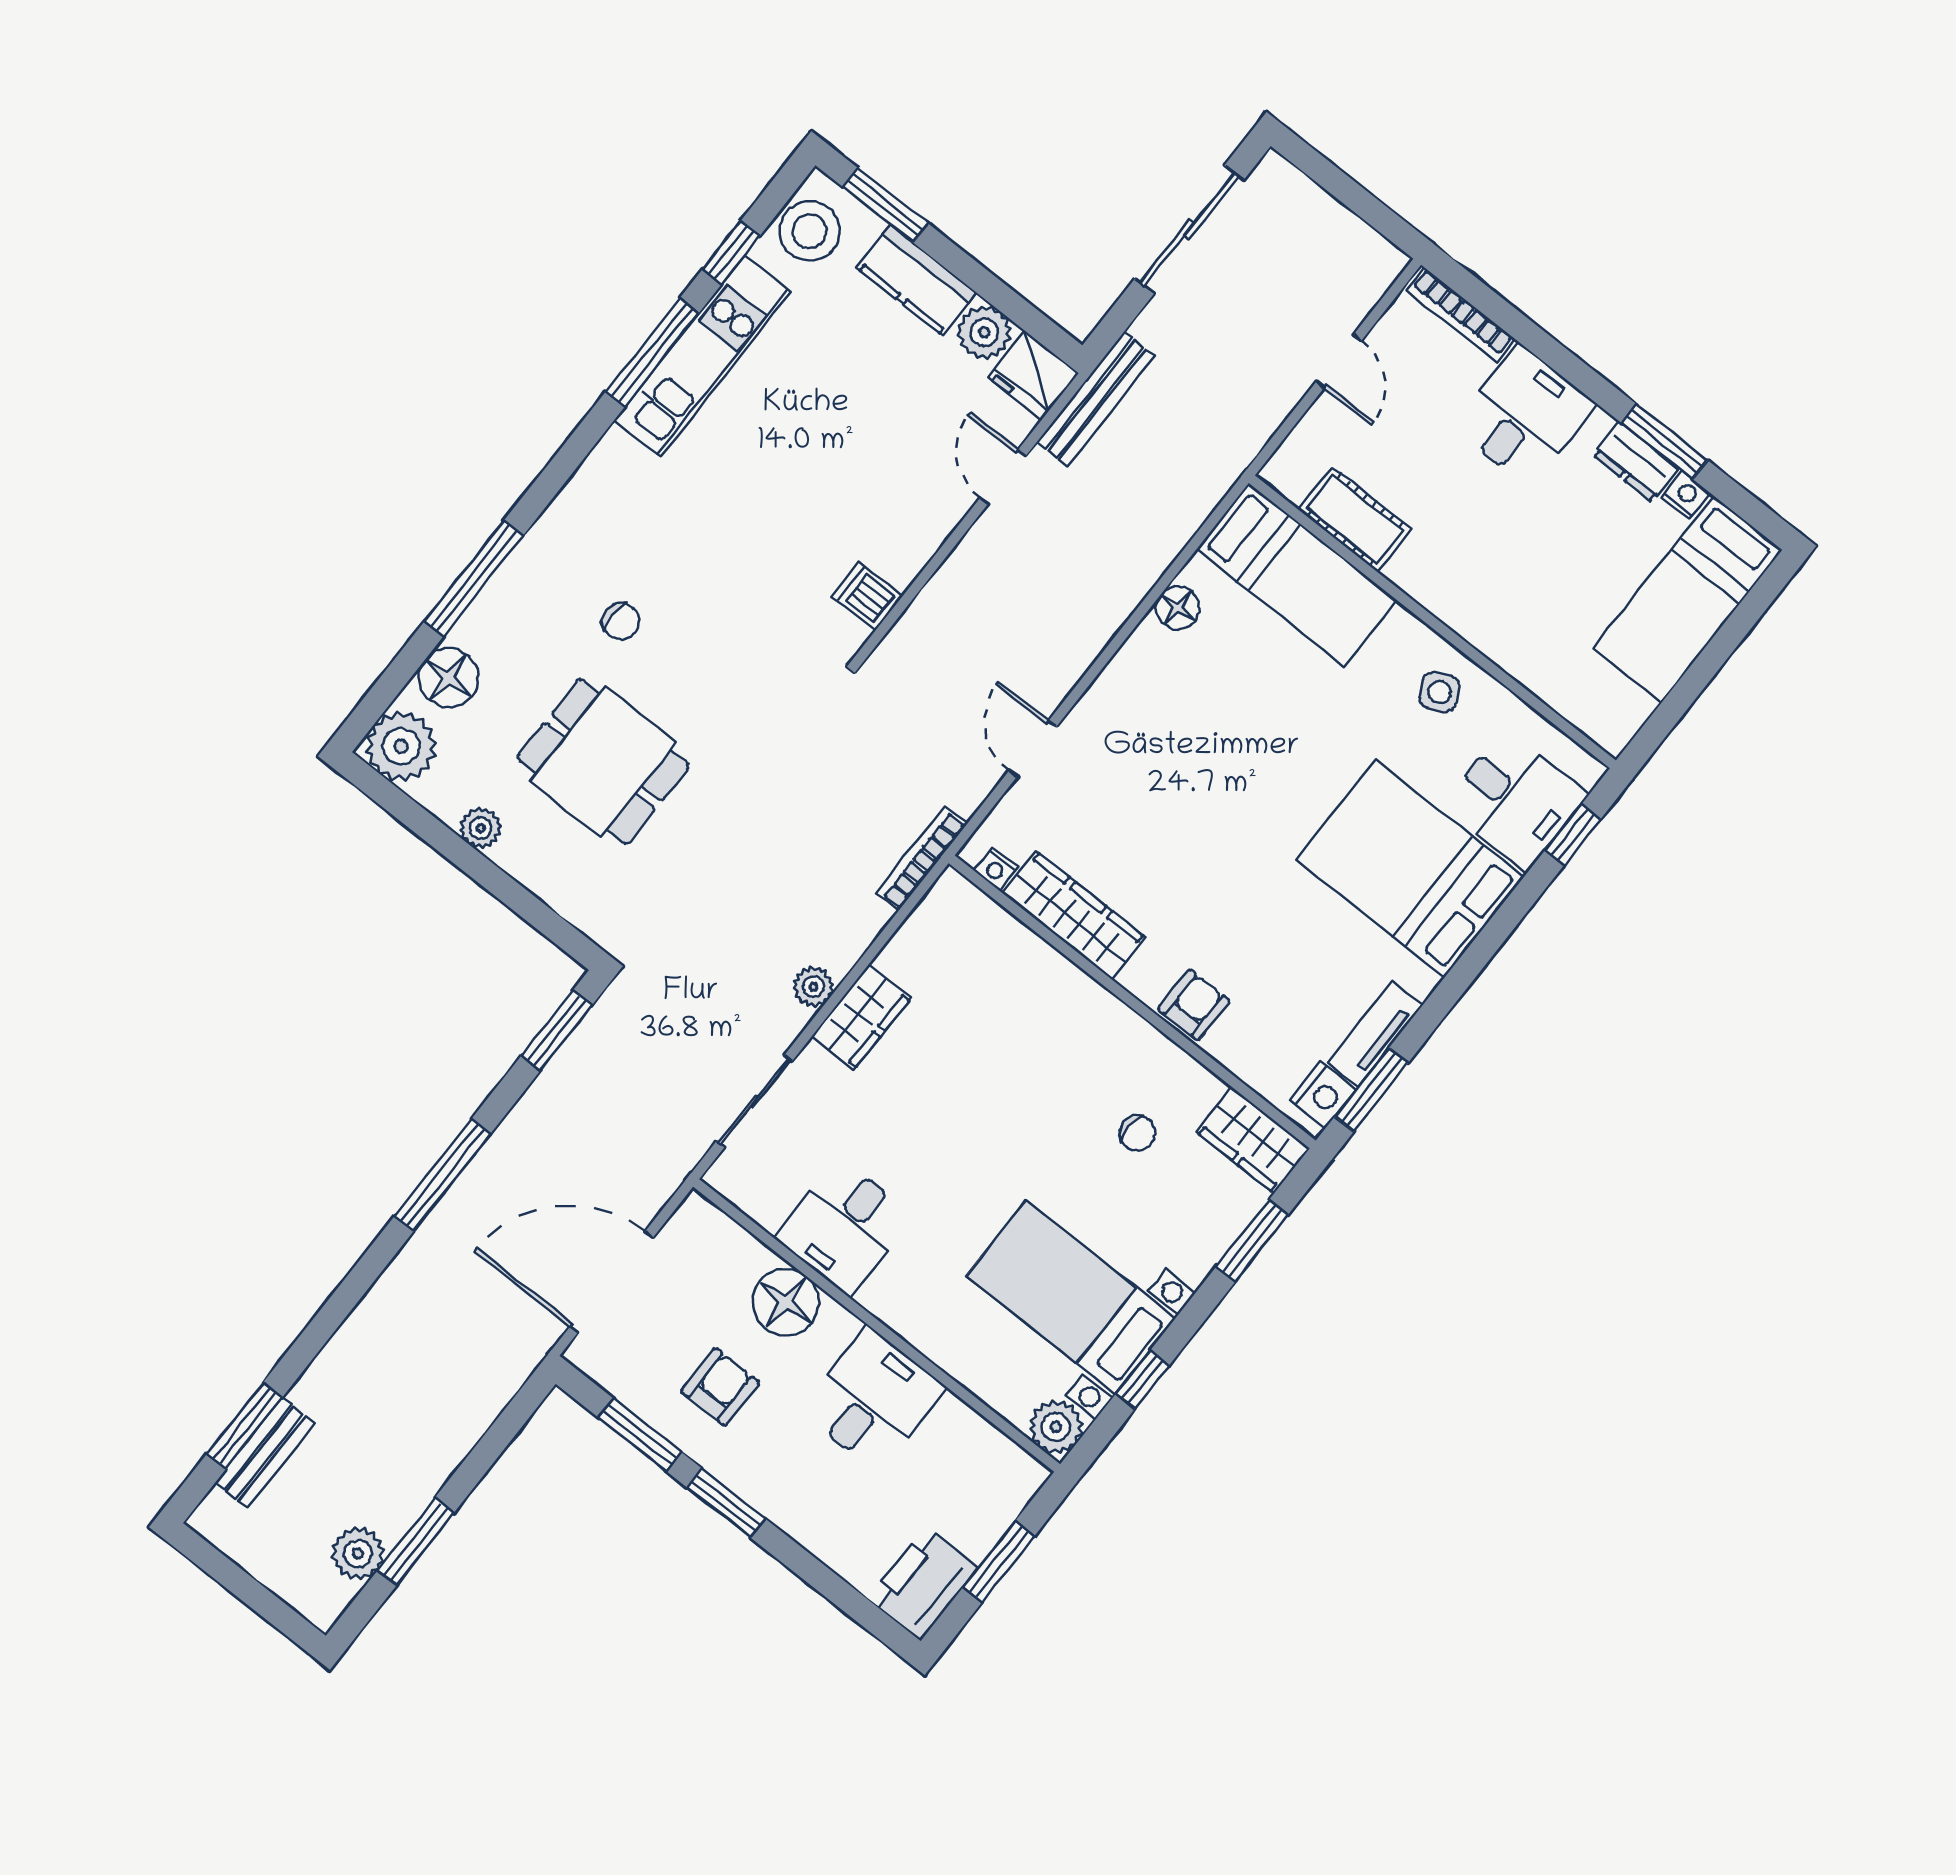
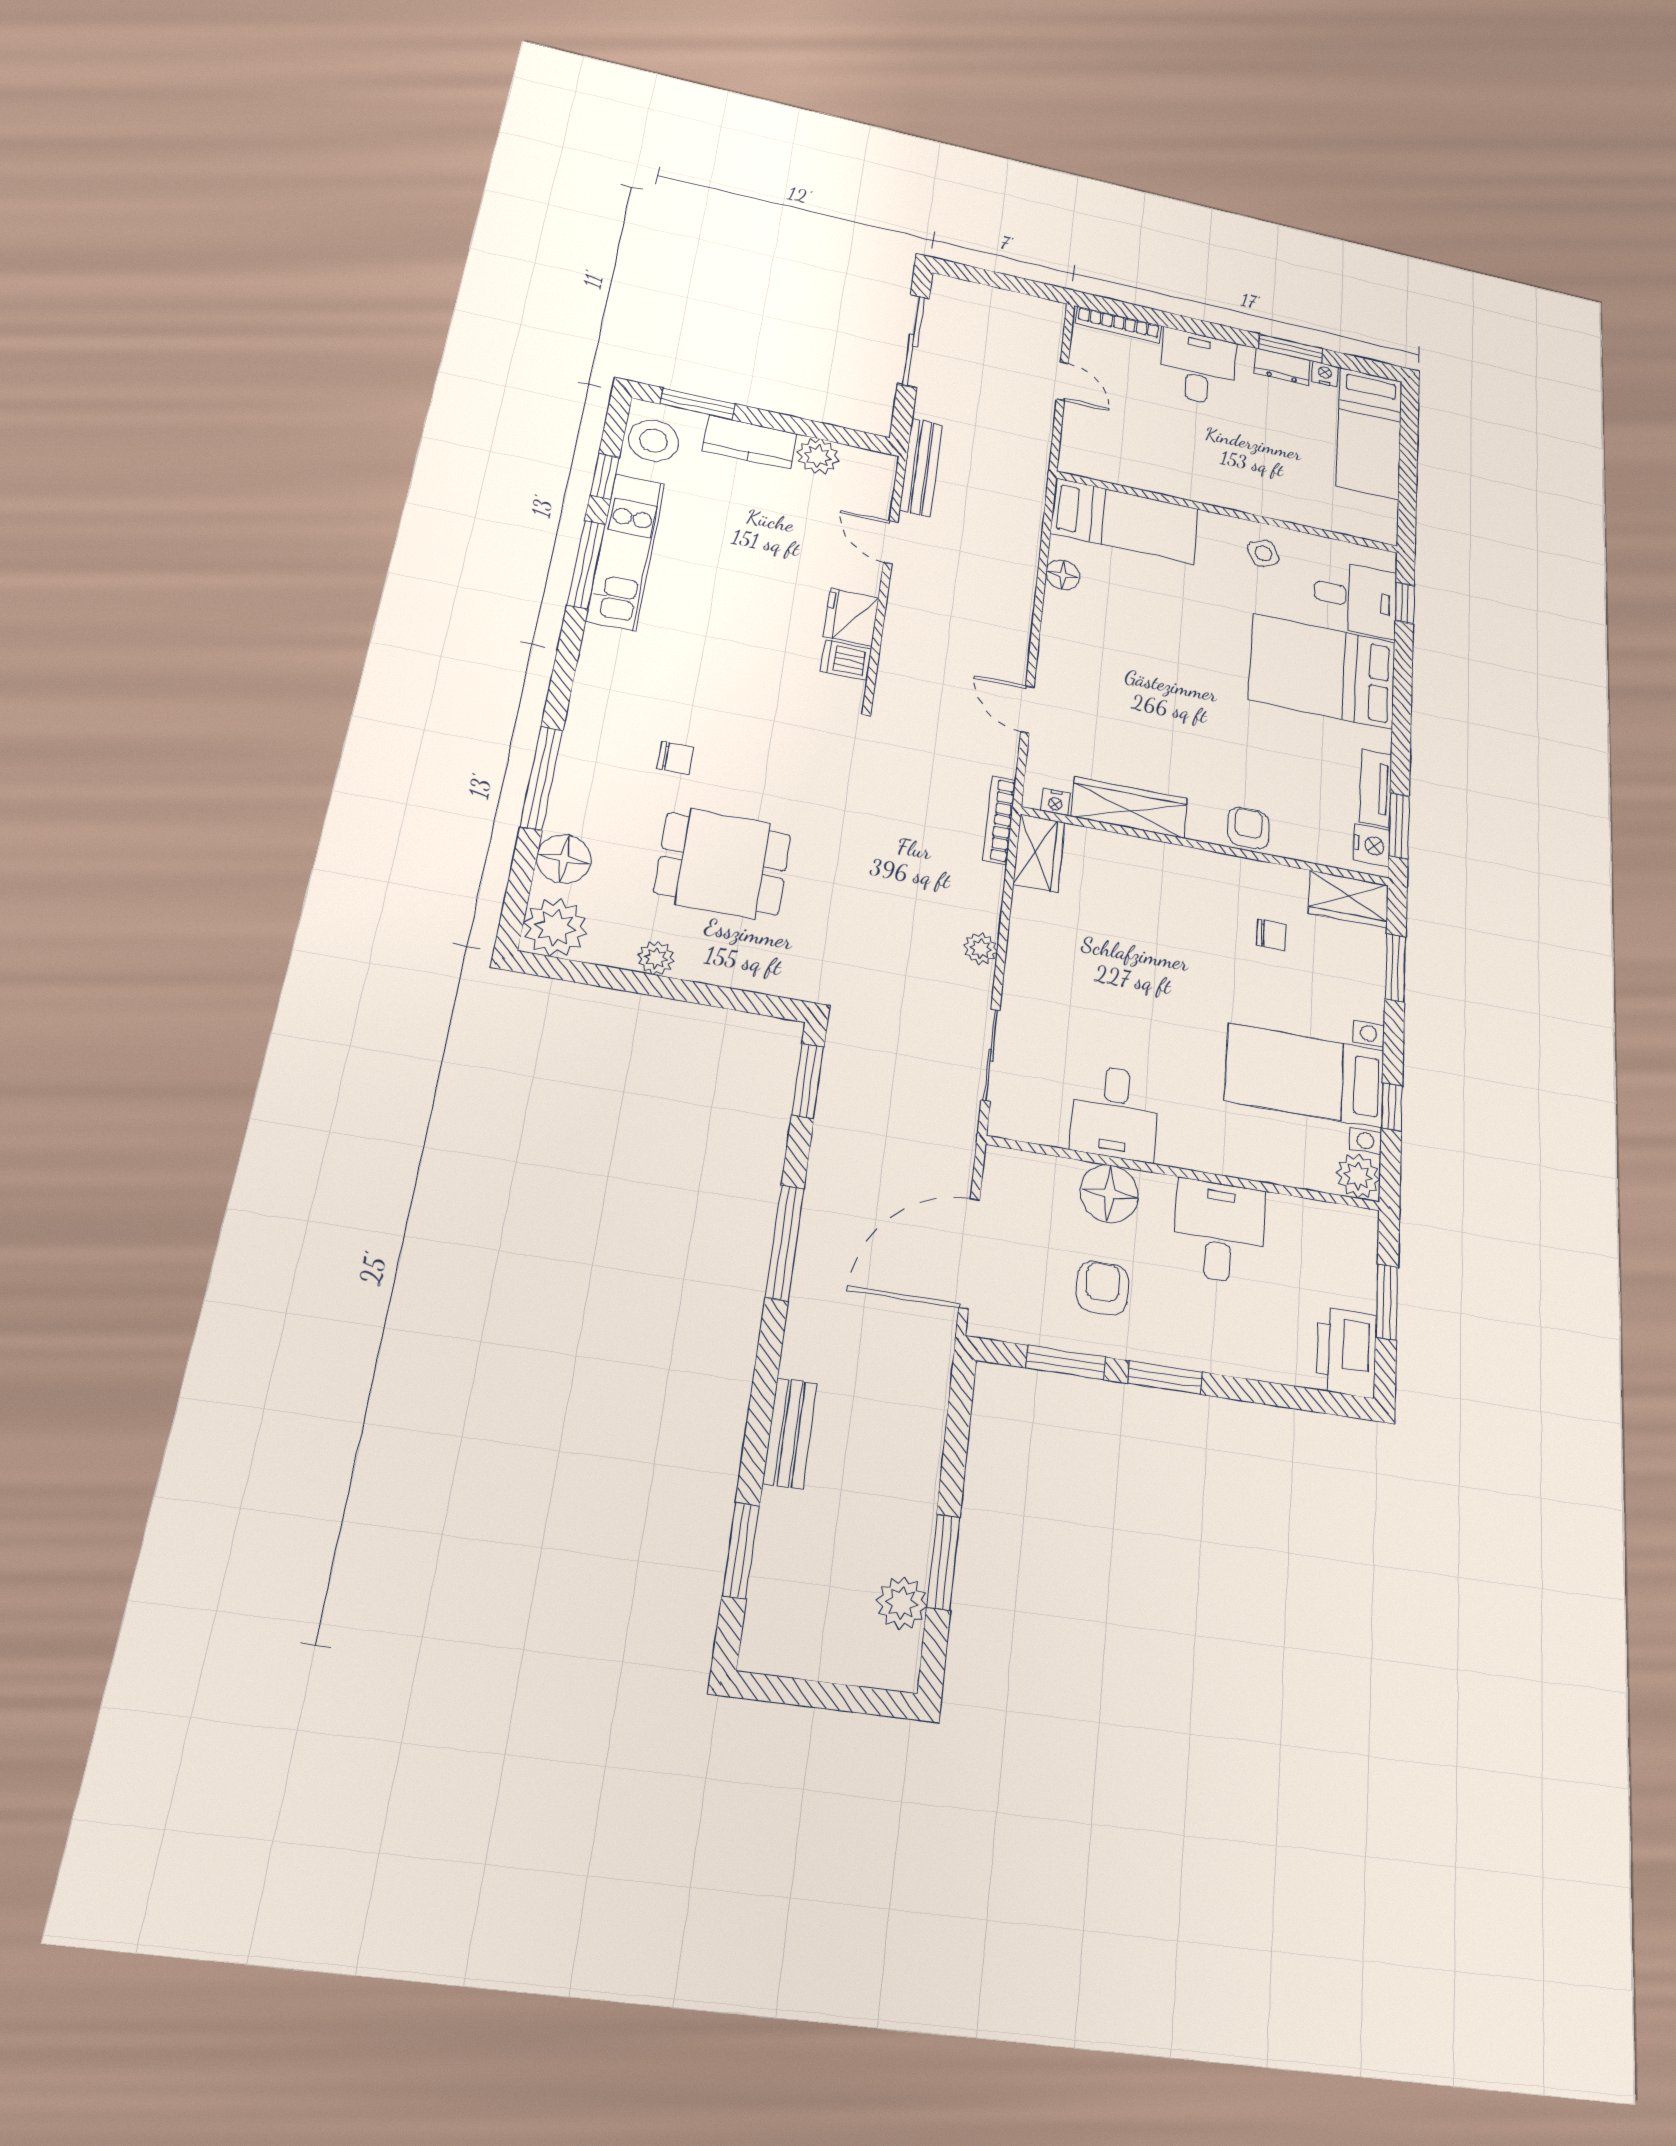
fridge: (1033, 375) -> (851, 617), moved, turned 90
cot: (1355, 519) -> (1138, 471), removed
wardrobe: (861, 1017) -> (1039, 853), moved
bench: (265, 1453) -> (790, 1433), moved

